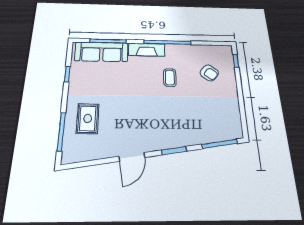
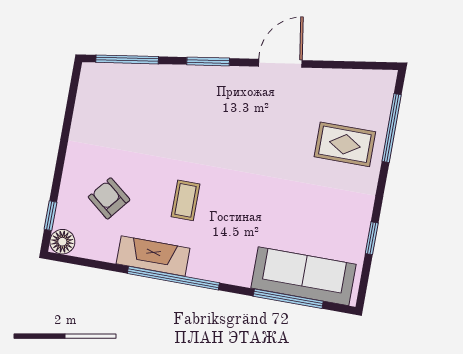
fireplace: (147, 50) -> (153, 256), moved
floor lamp: (226, 50) -> (62, 242), added
rug: (88, 119) -> (345, 144), turned 90

